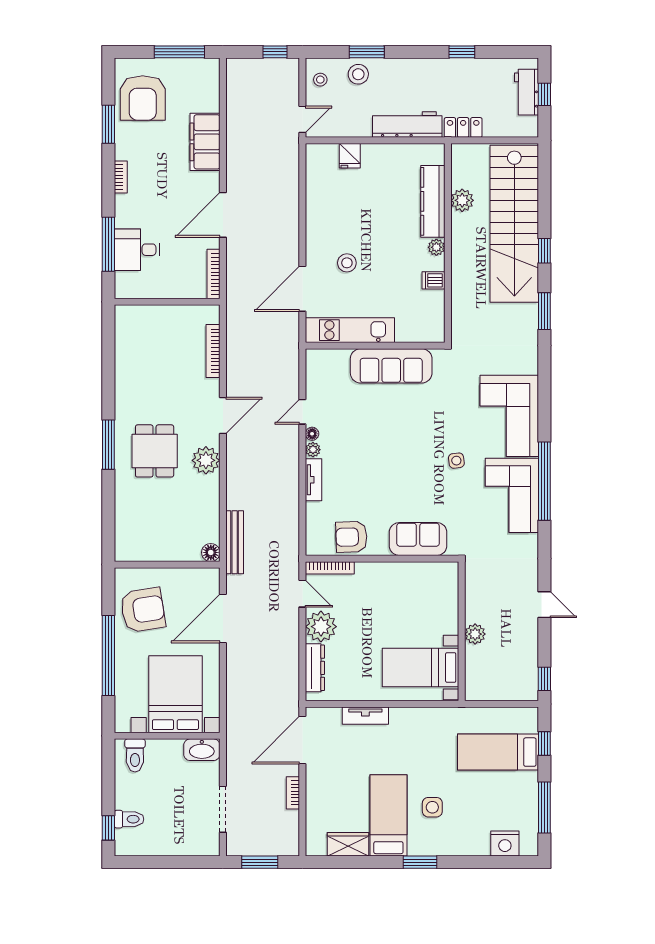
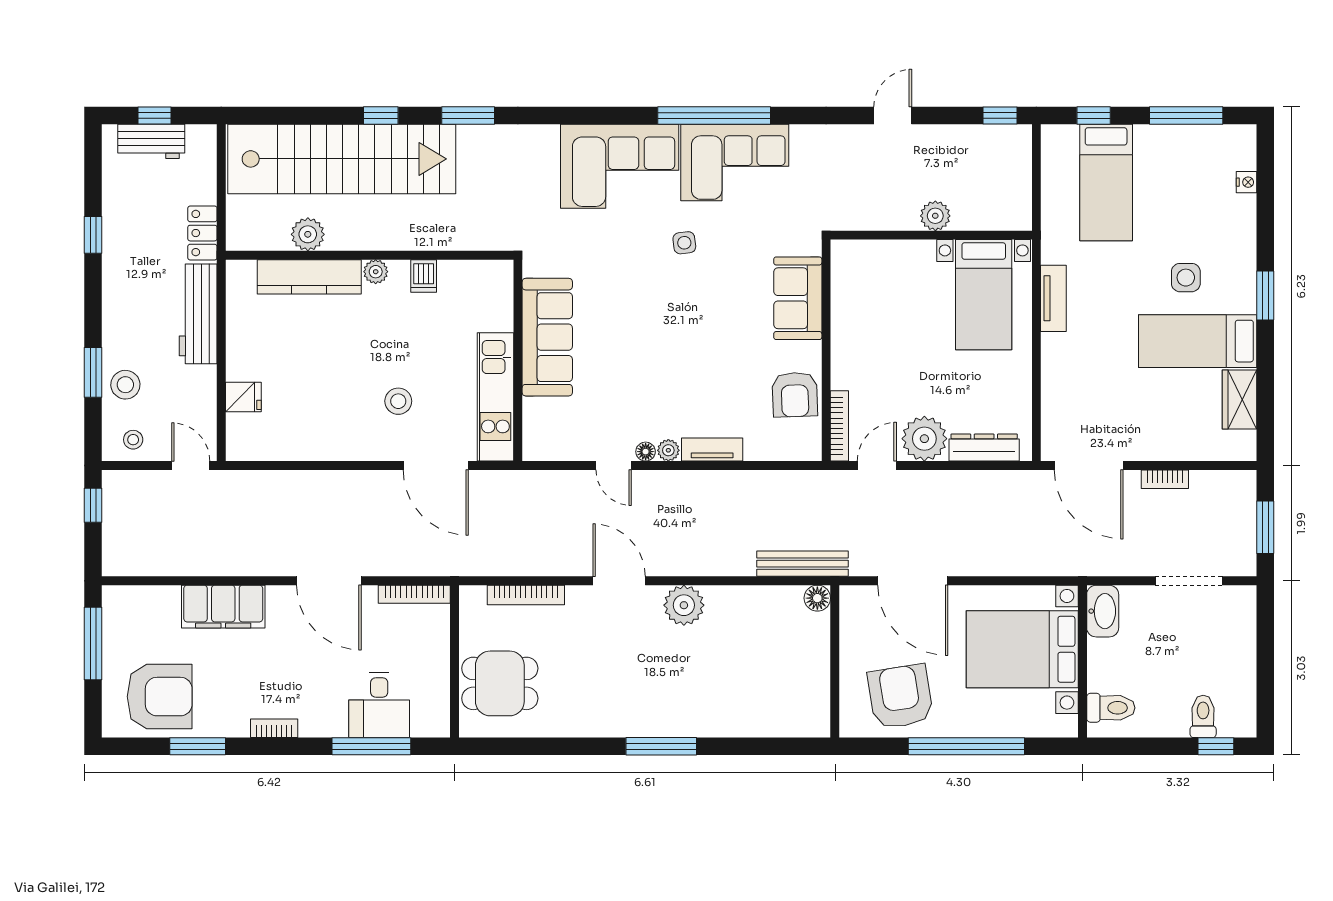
dining table: (155, 451) -> (500, 683), moved
tv unit: (365, 716) -> (1053, 298), moved
nightstand: (505, 844) -> (1247, 182), width x0.53, depth x0.56

